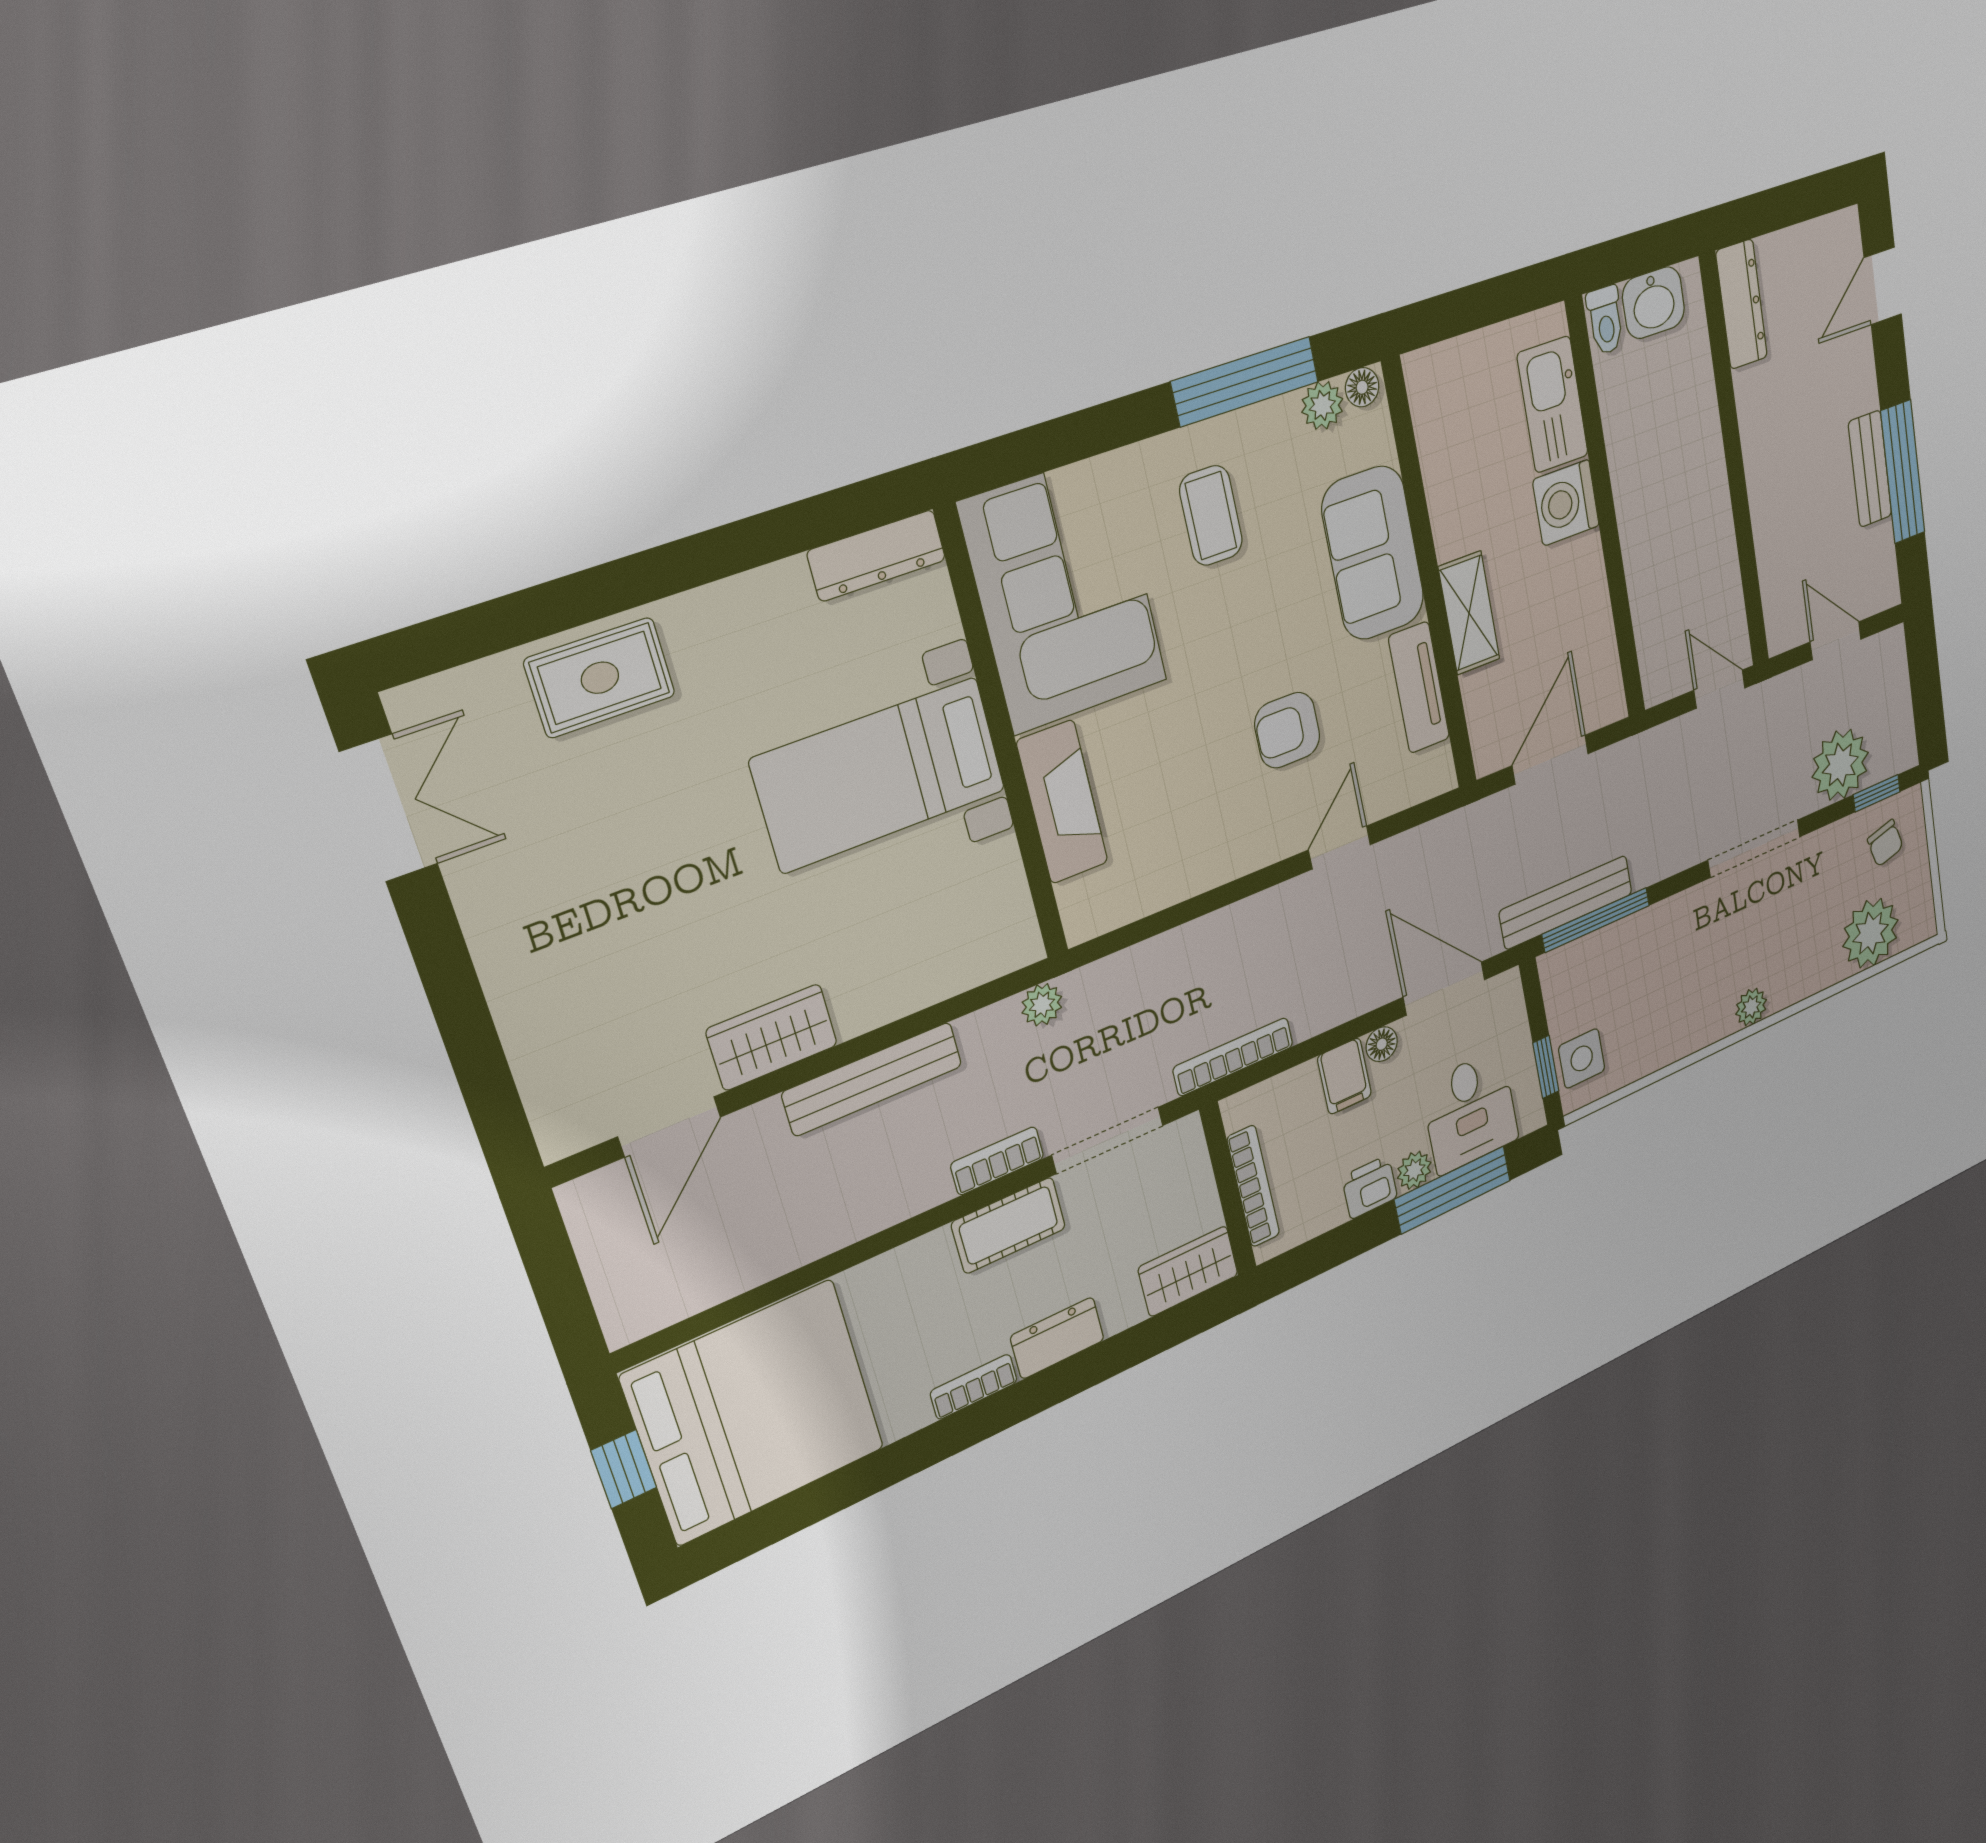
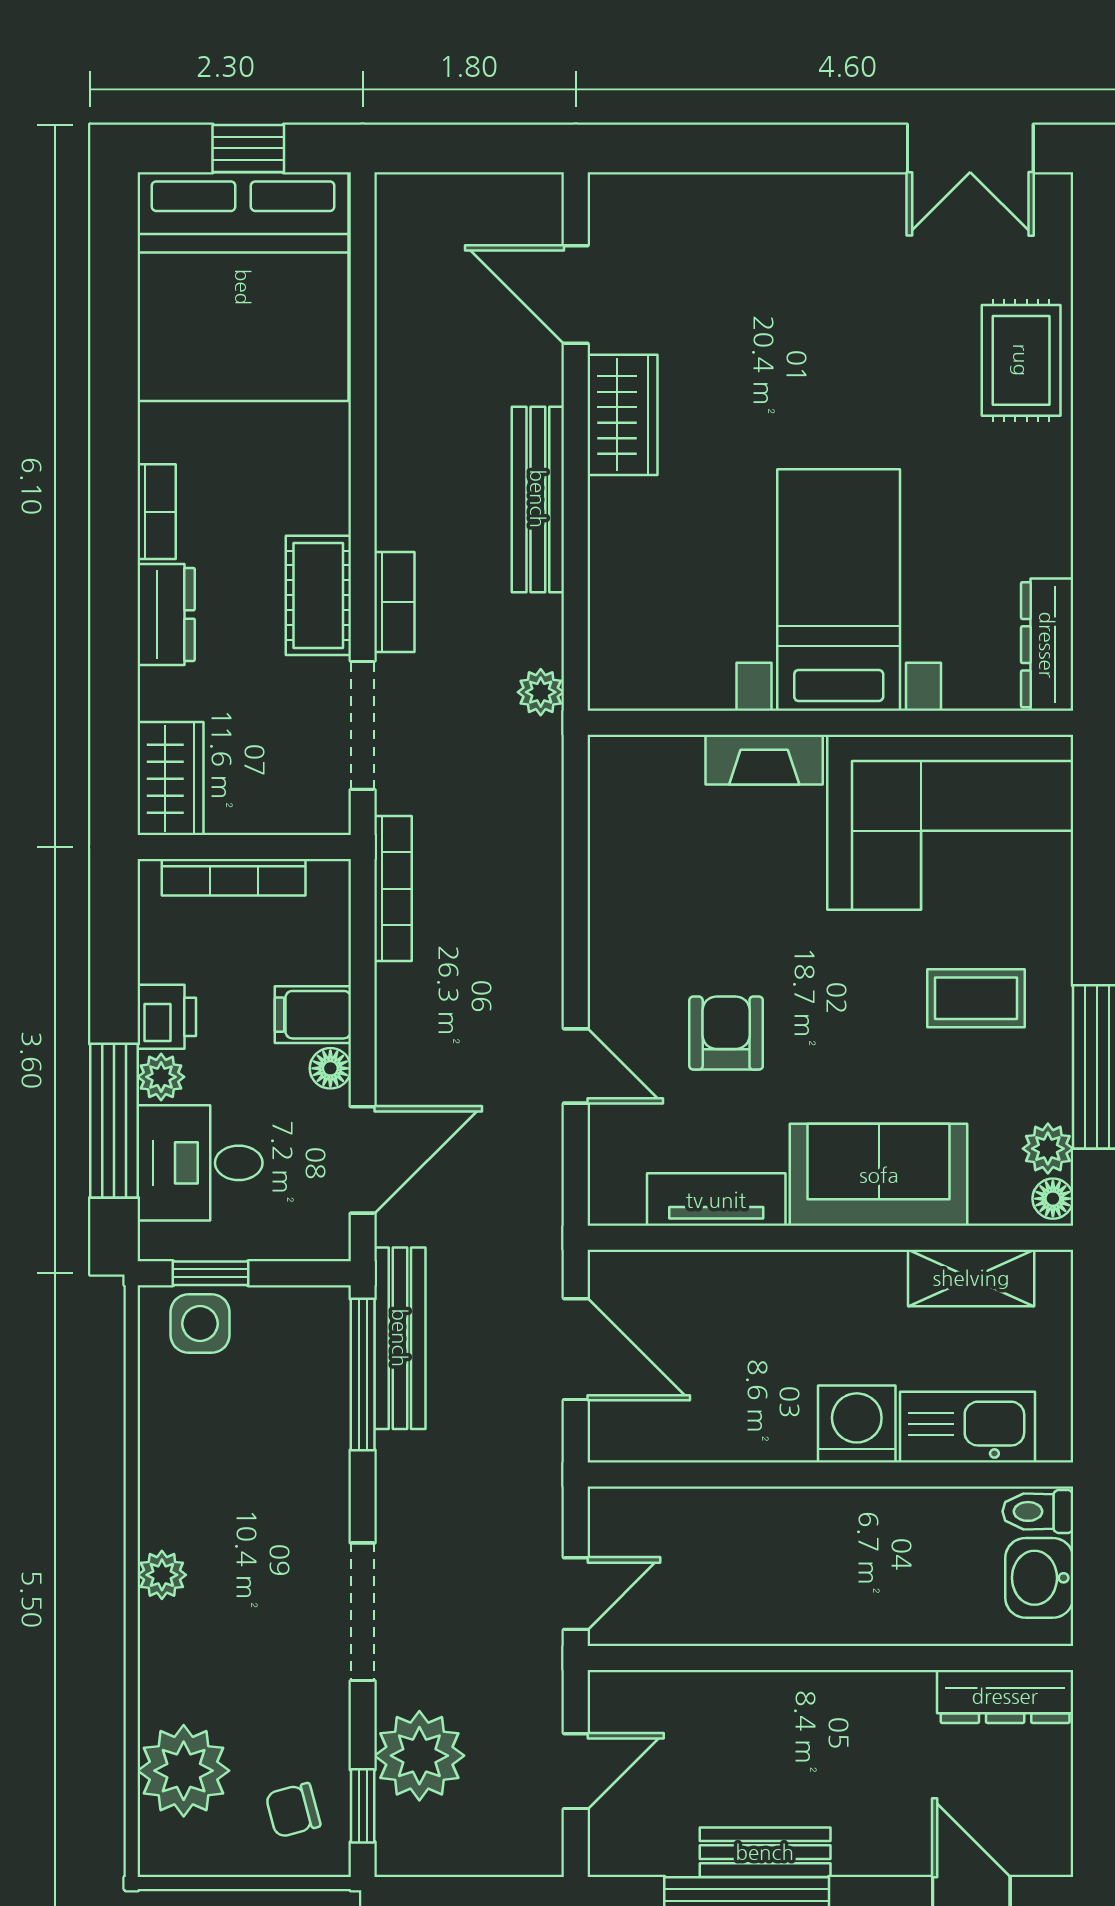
shelving: (1469, 613) -> (971, 1278), moved
fireplace: (1062, 802) -> (764, 760), width x0.73, depth x0.76

